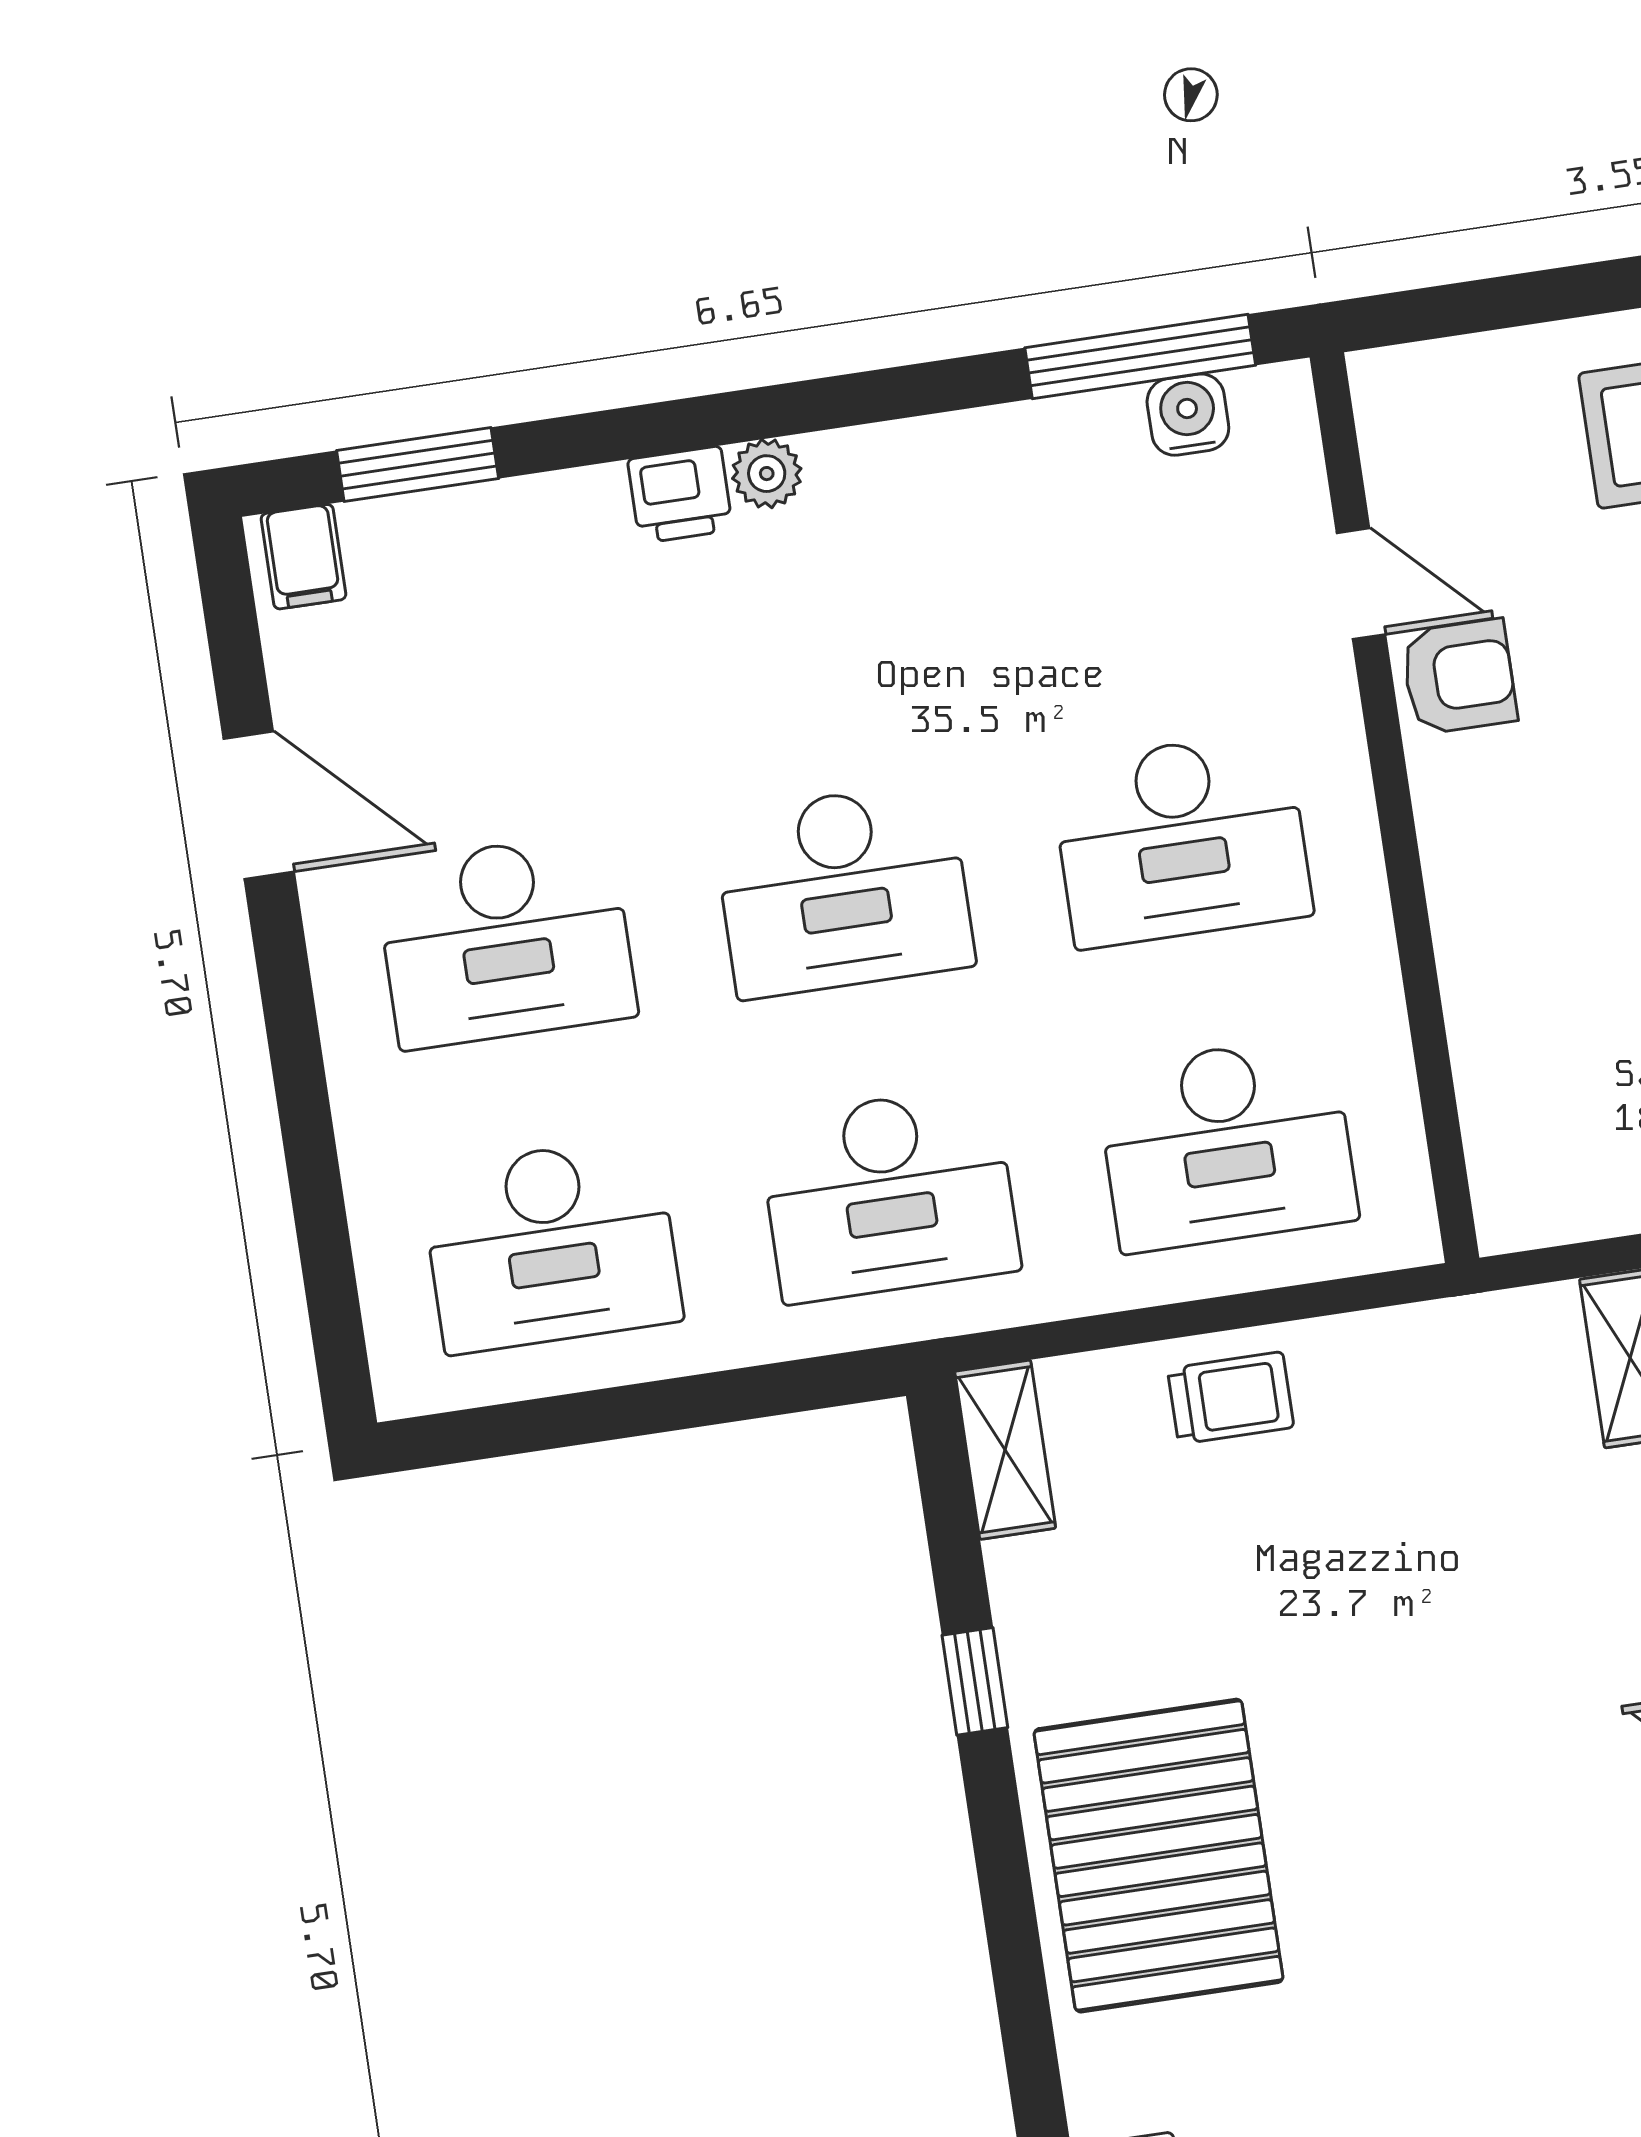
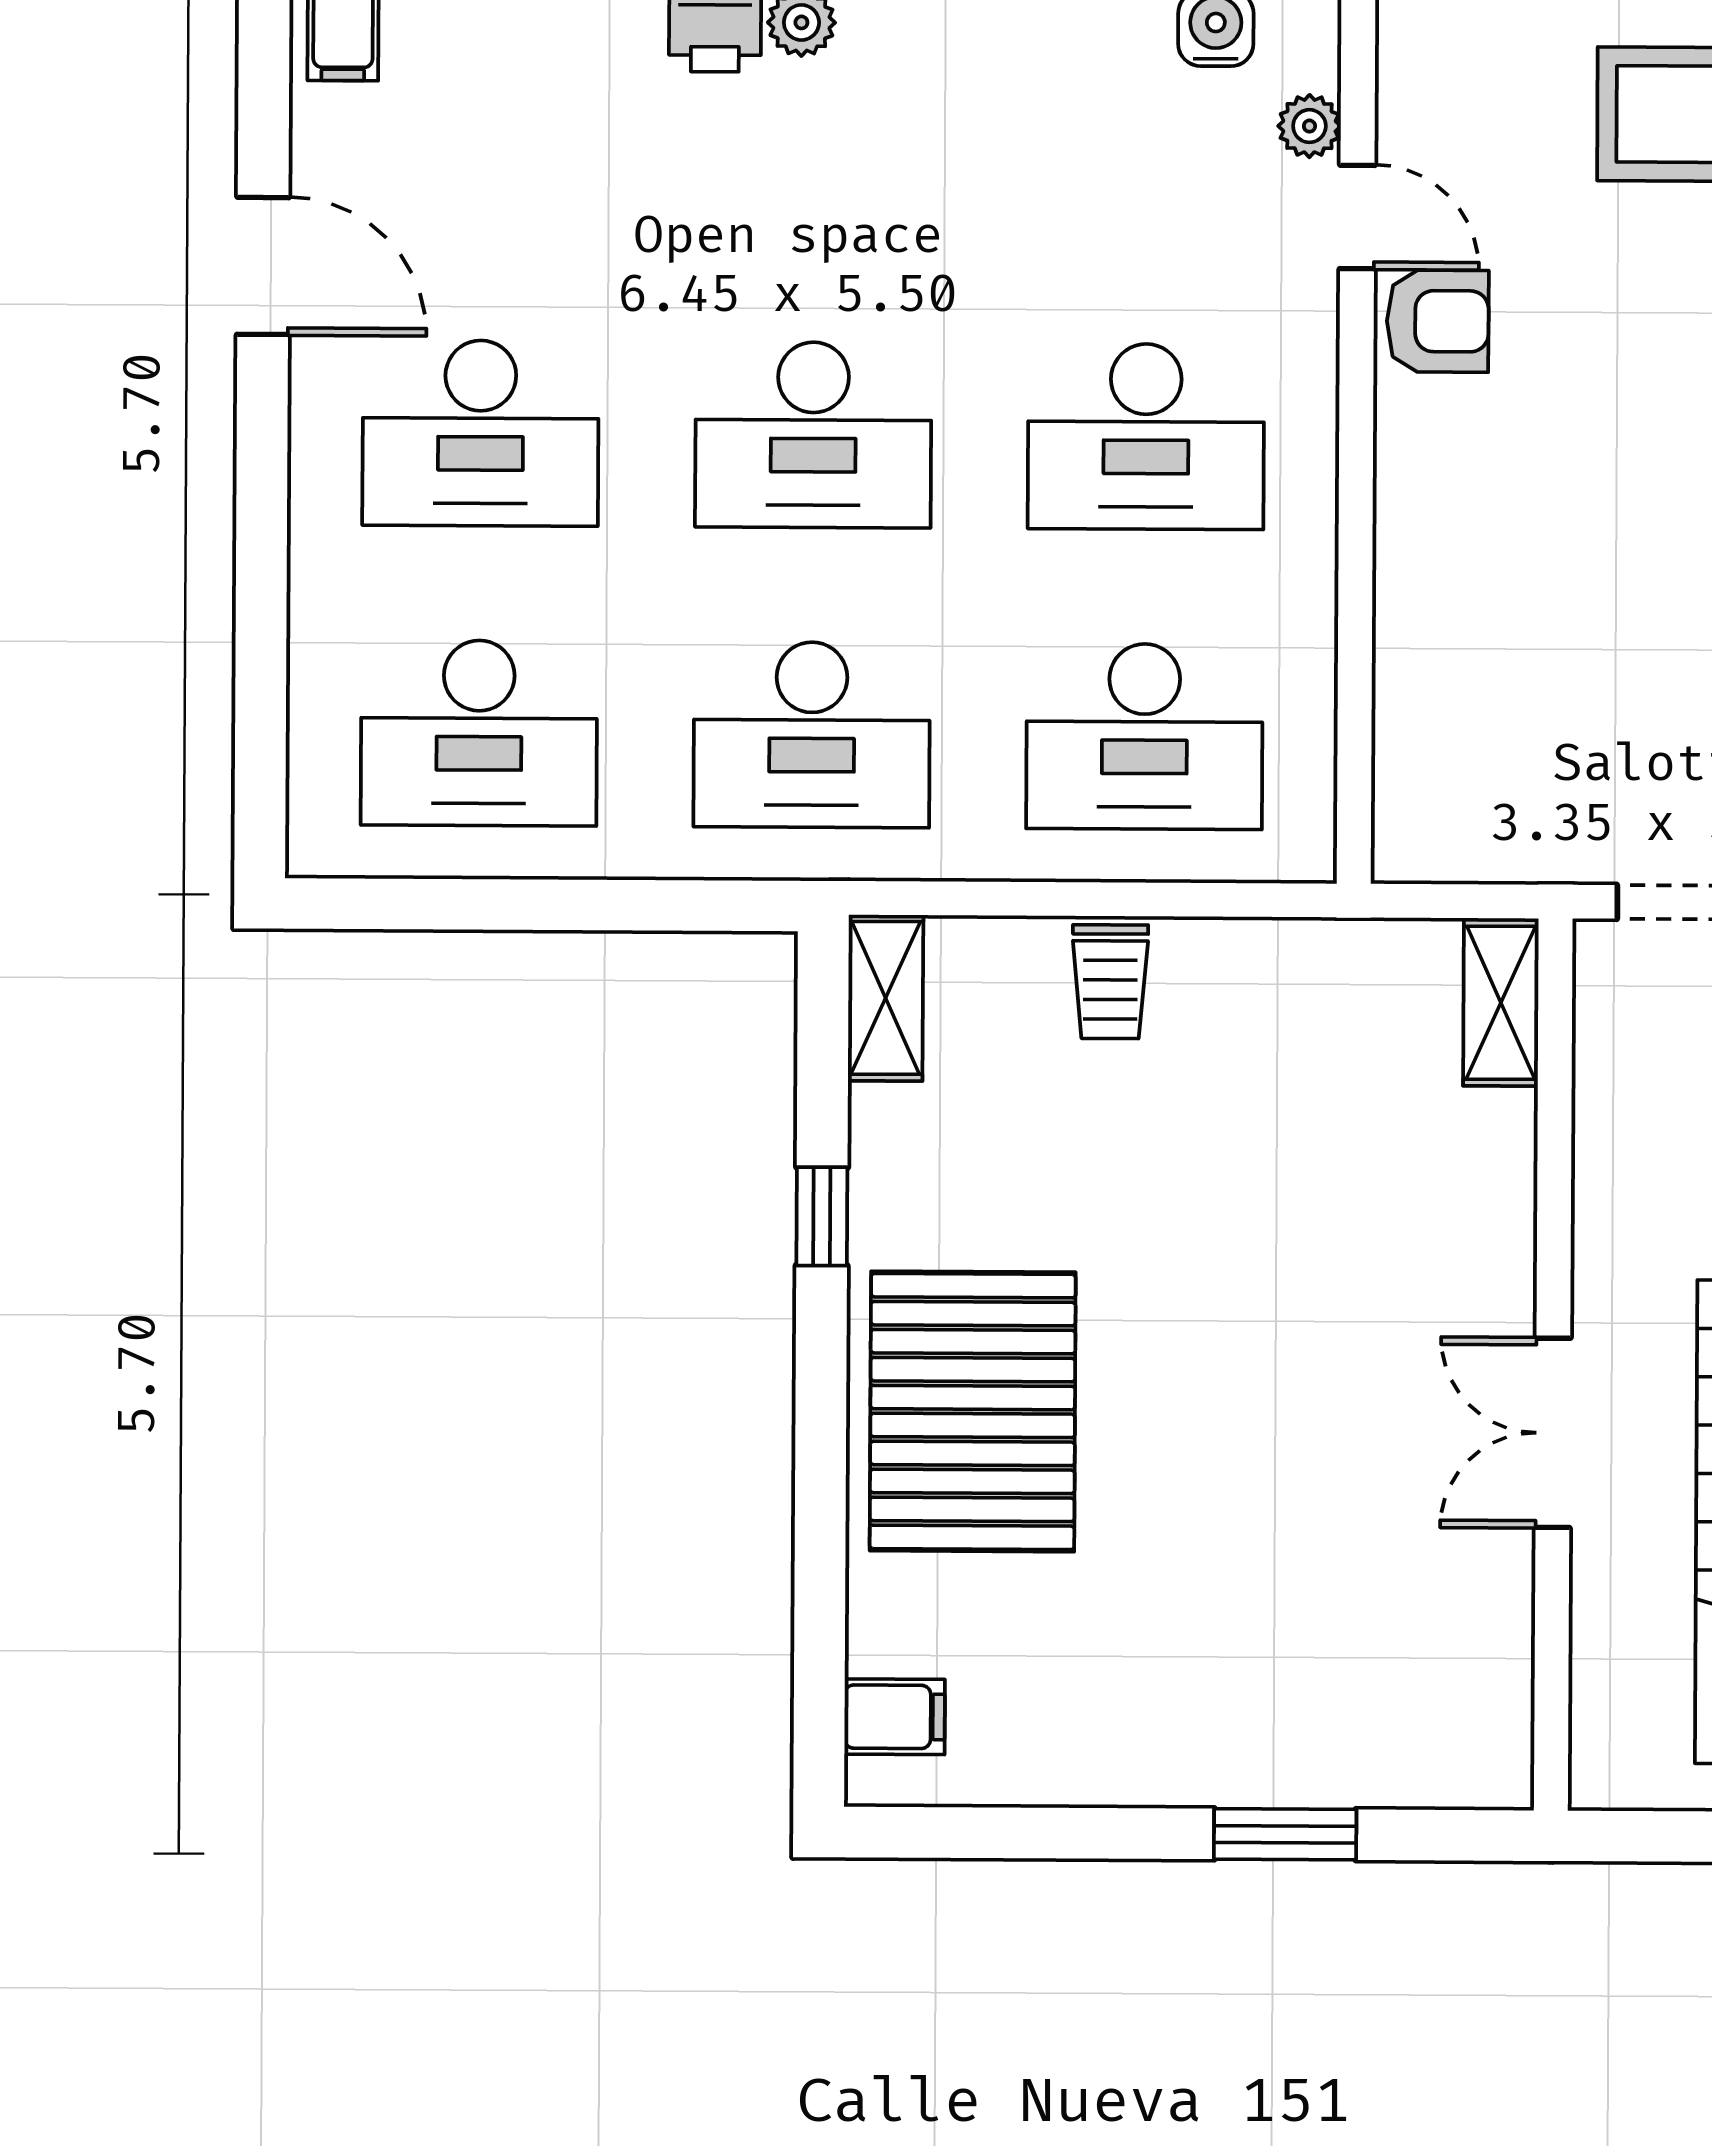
plant: (1298, 499) -> (1309, 126), added
trolley: (1231, 1398) -> (1110, 982), turned 90

